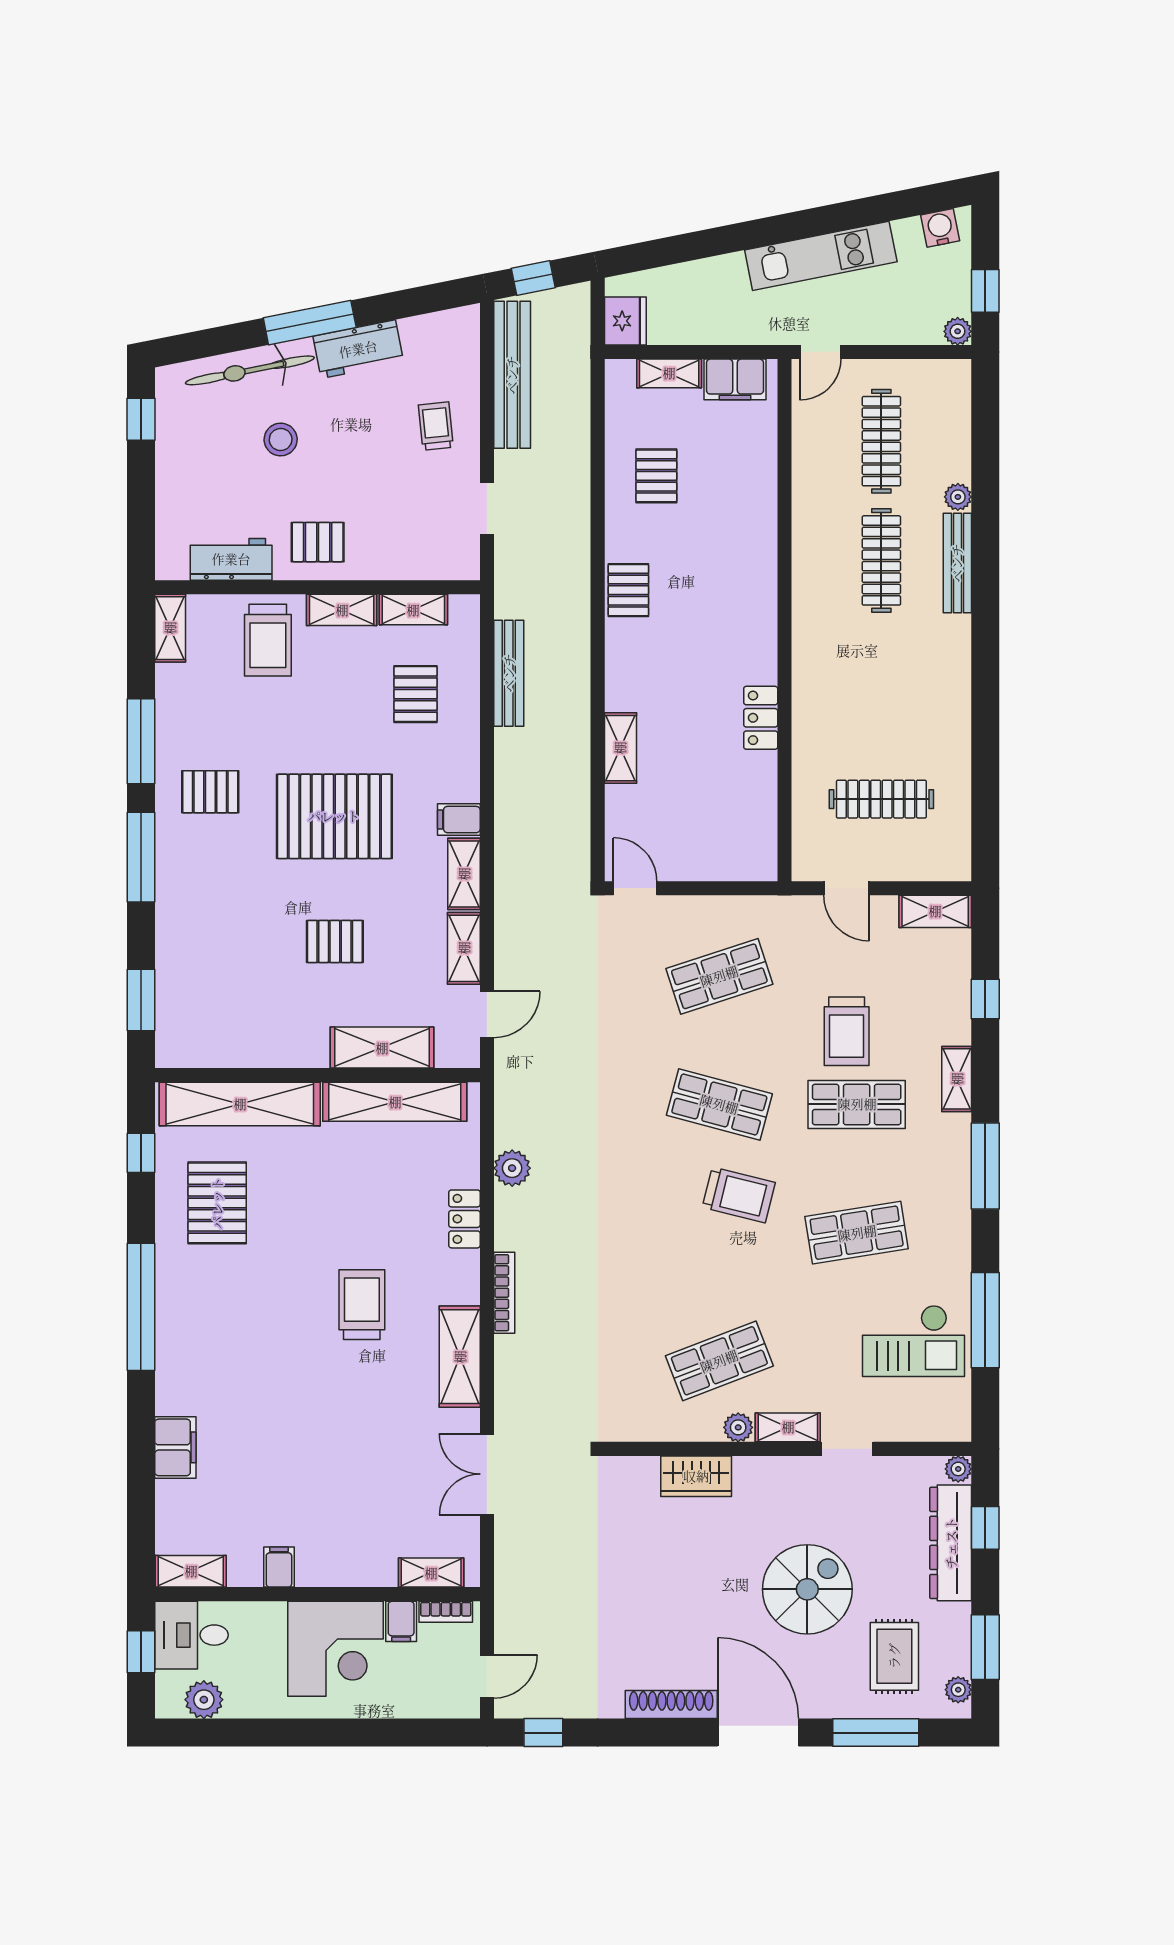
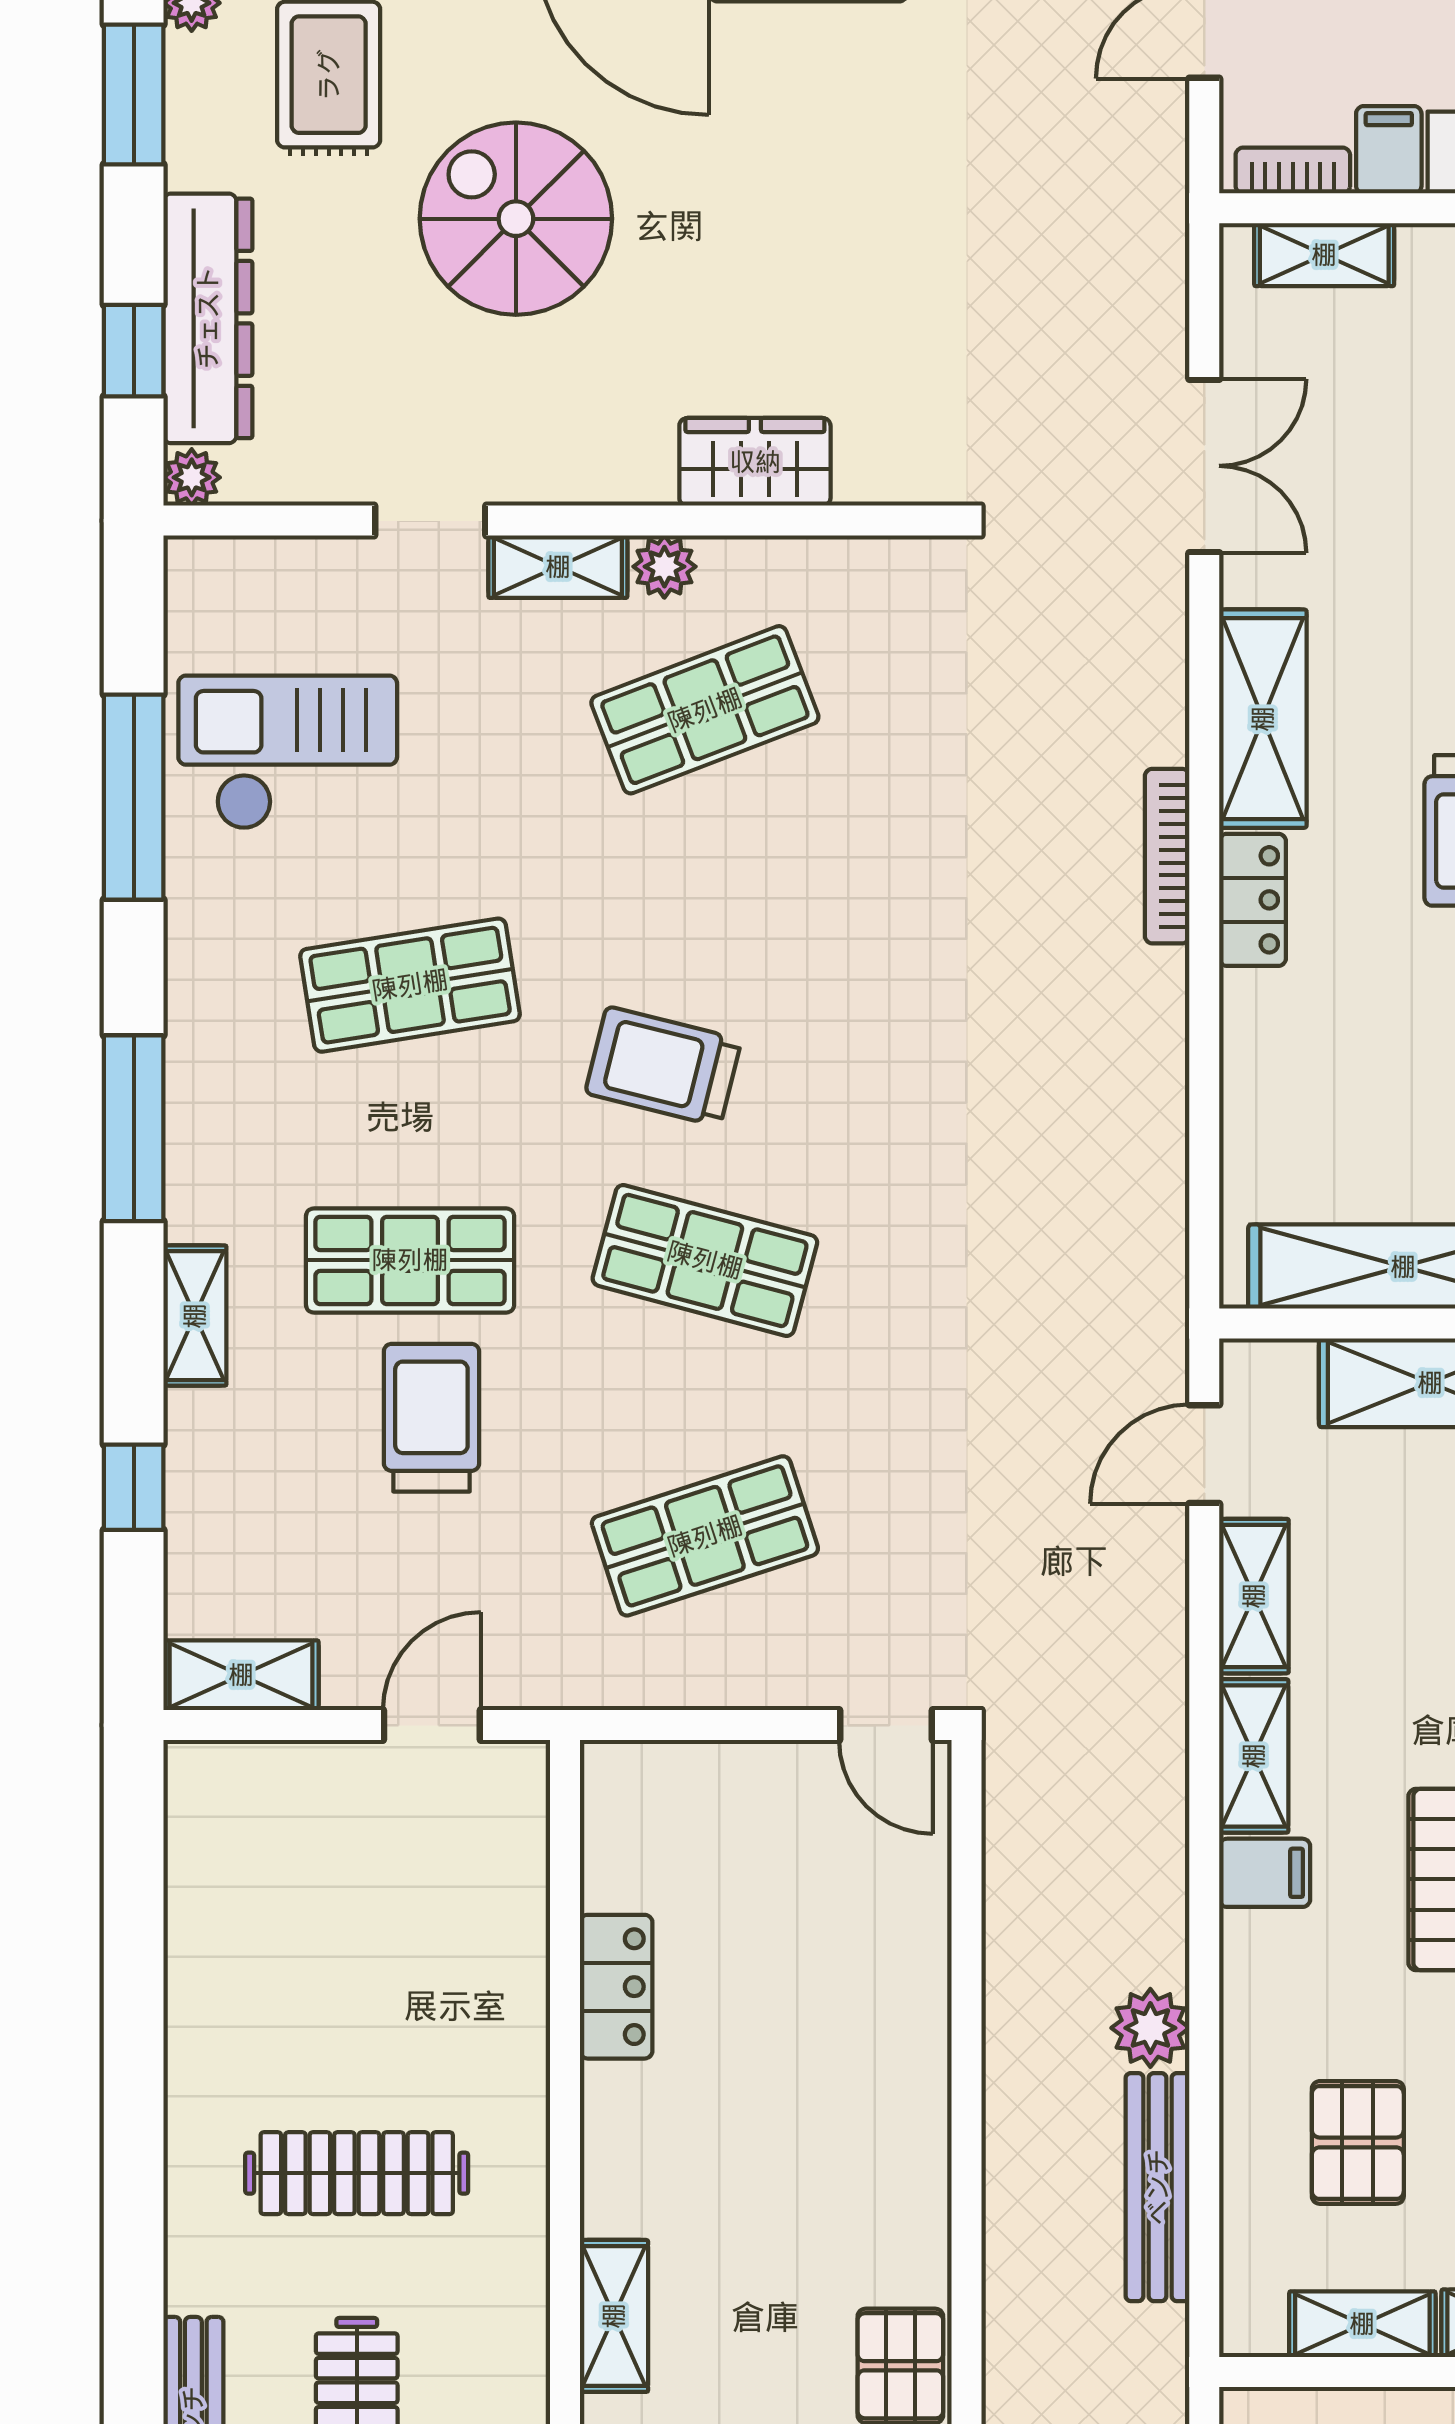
locker: (761, 718) -> (616, 1987), moved
shelving: (620, 748) -> (614, 2316), moved
clothes rail: (881, 799) -> (357, 2173), moved
door: (846, 888) -> (432, 1725), hinge flipped
plant: (512, 1168) -> (1150, 2028), moved
locker: (464, 1219) -> (1253, 900), moved
spiral stairs: (807, 1589) -> (516, 219), turned 90

